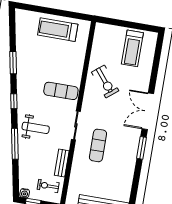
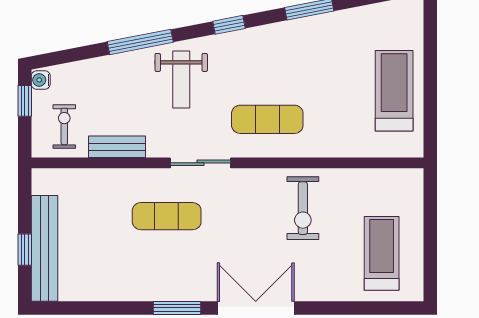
treadmill: (132, 48) -> (382, 253), turned 90
exercise bike: (105, 81) -> (303, 208), turned -51
exercise mat: (61, 91) -> (267, 119), turned 90

